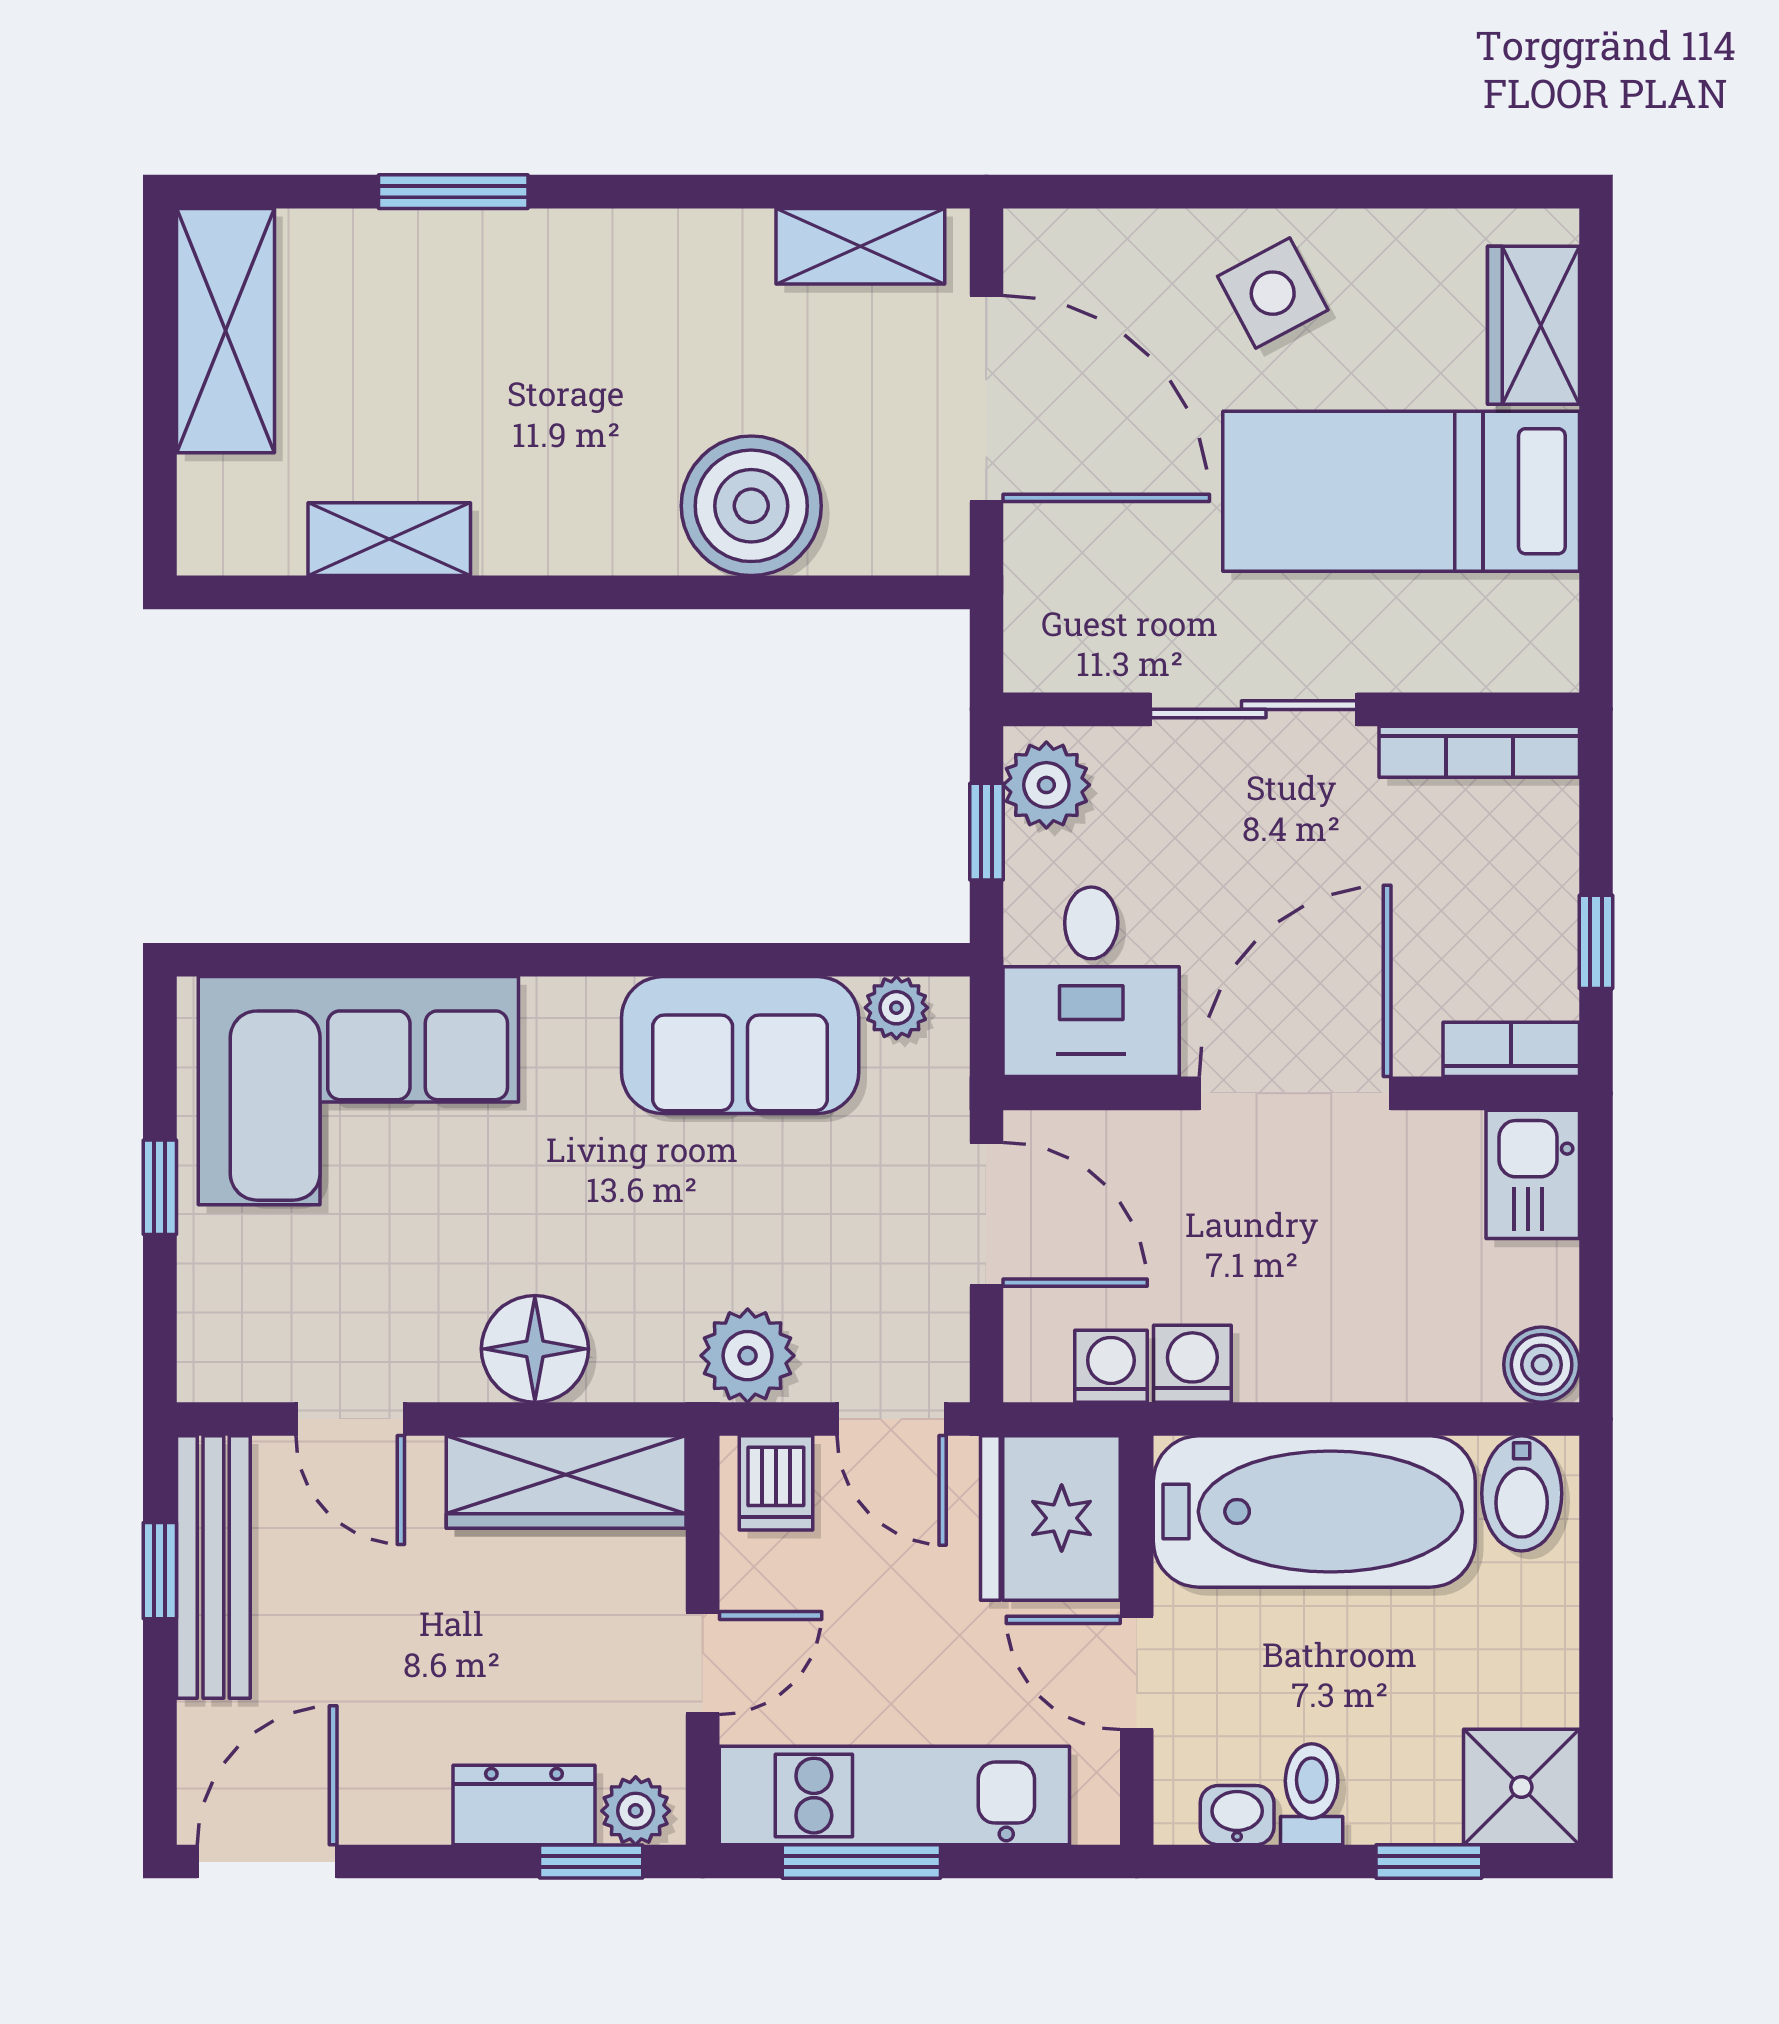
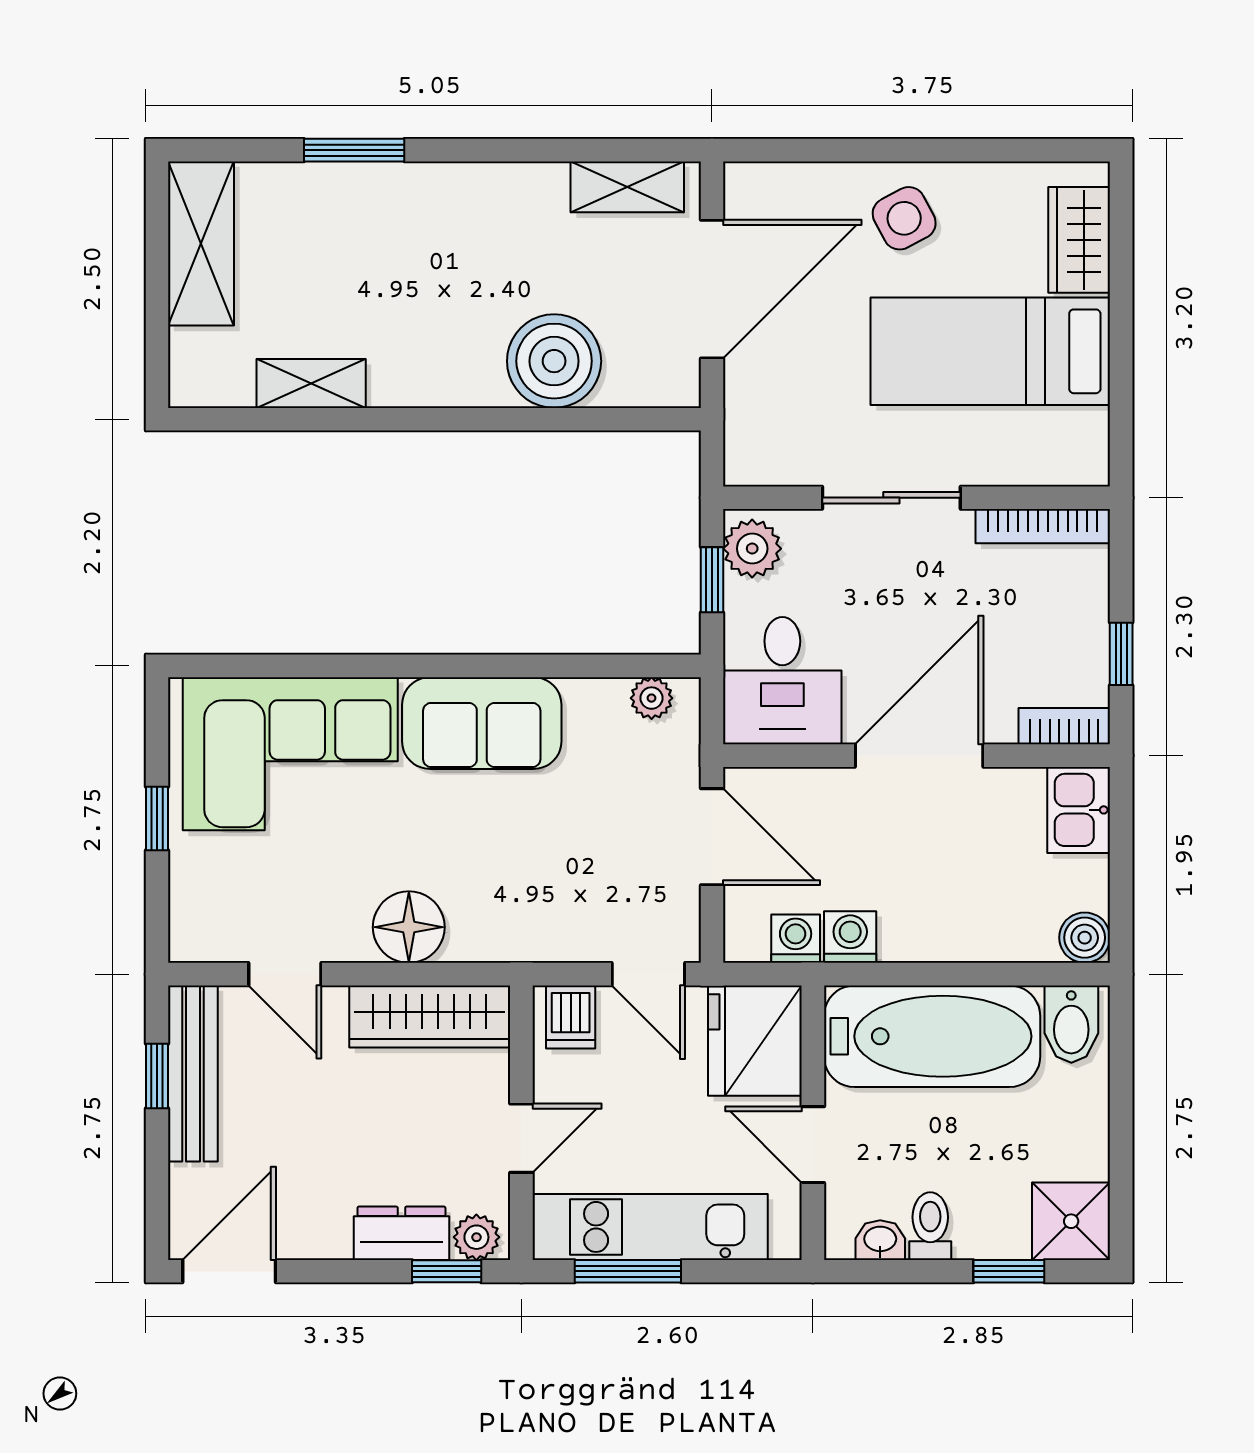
door: (986, 399) -> (712, 289), hinge flipped
sofa: (740, 1045) -> (482, 723), moved
plant: (748, 1356) -> (552, 932), removed

